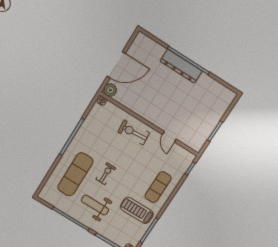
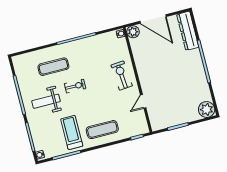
dresser: (181, 66) -> (188, 31), moved
plant: (226, 97) -> (207, 110), added
exercise mat: (75, 174) -> (53, 67), width x0.73, depth x0.69
weight bench: (95, 205) -> (46, 101), turned -90

